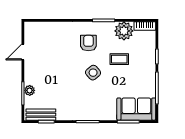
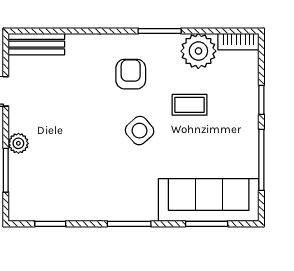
plant: (30, 90) -> (18, 143), moved
sofa: (136, 109) -> (209, 200), width x1.36
bench: (41, 115) -> (36, 44), moved

